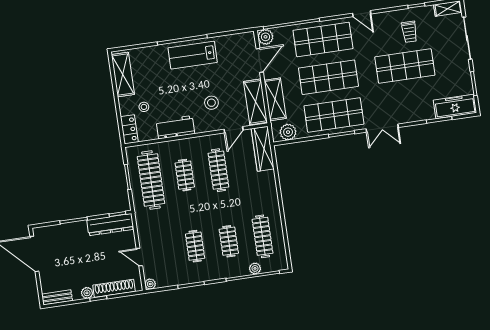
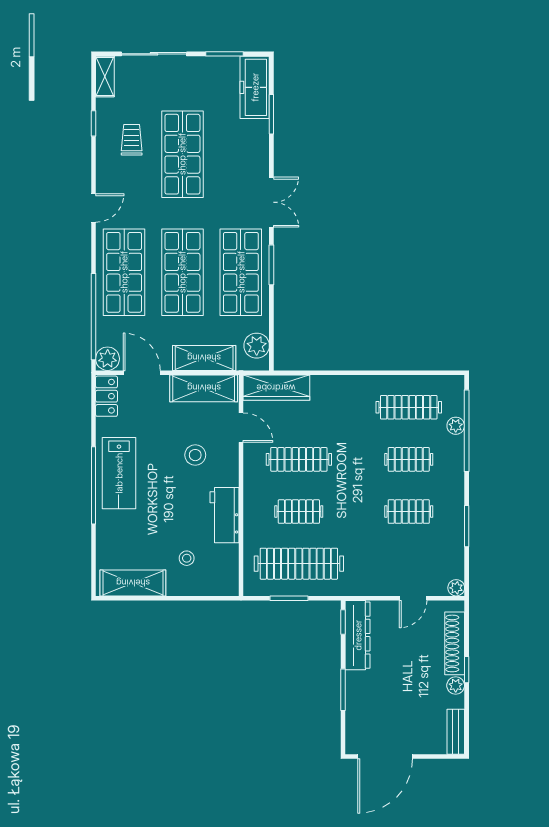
trolley: (409, 32) -> (132, 140), turned -90
locker: (129, 129) -> (106, 396), moved, turned 90

